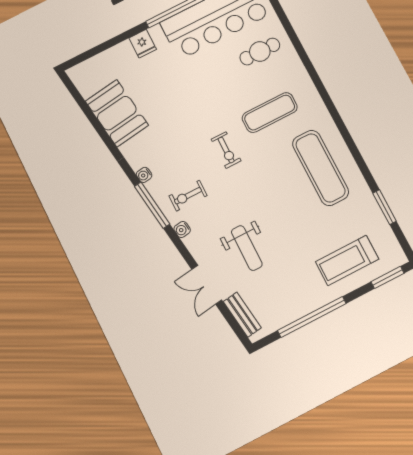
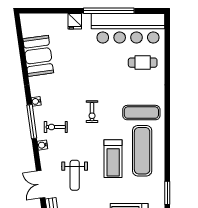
exercise mat: (270, 113) -> (141, 113), moved
treadmill: (287, 199) -> (113, 159), added

